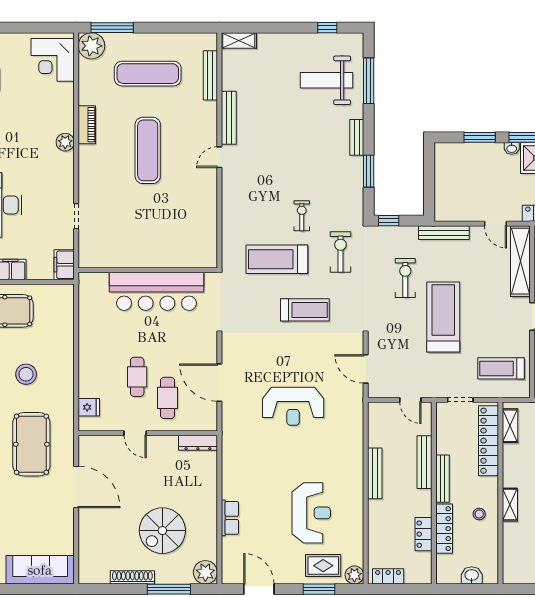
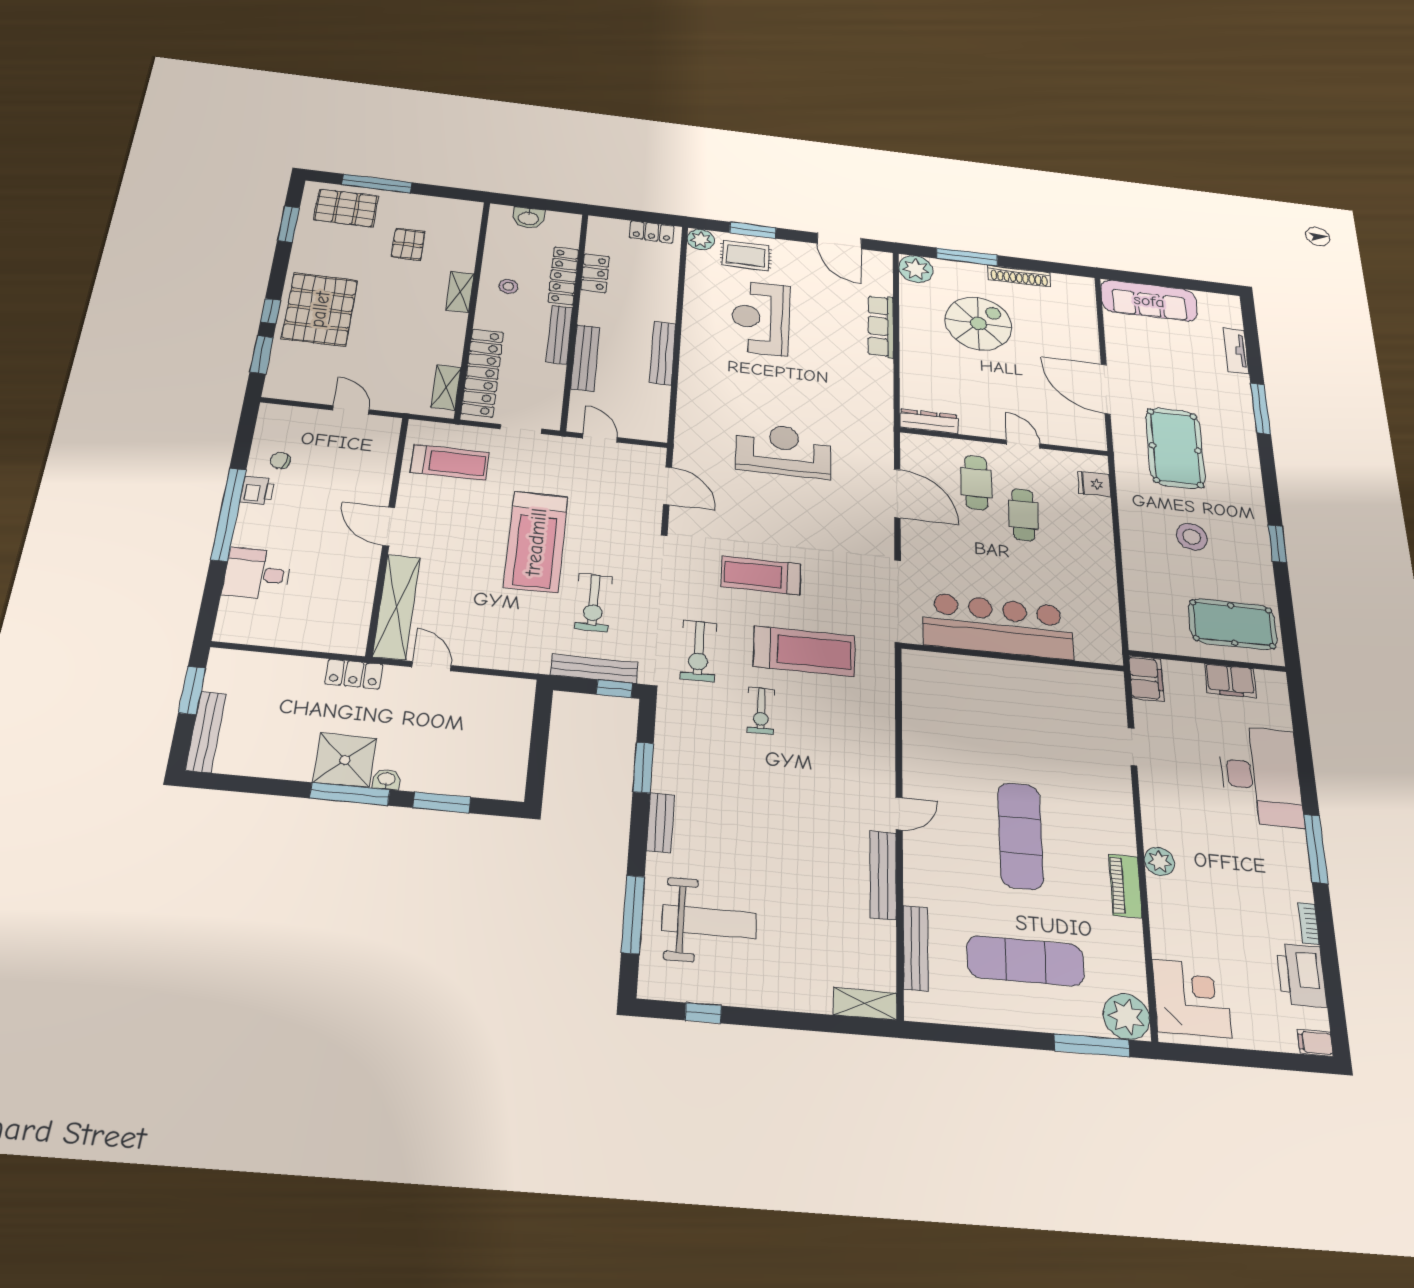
bench: (444, 233) -> (594, 669), moved
row of seats: (230, 518) -> (881, 326), width x1.48

